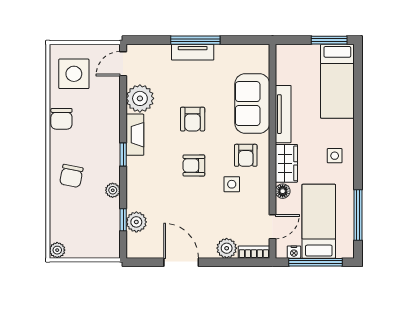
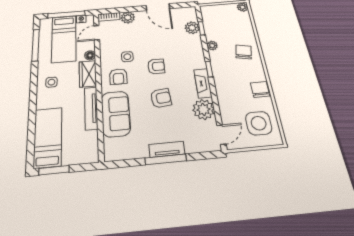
armchair: (193, 119) -> (161, 98), turned 84
armchair: (246, 155) -> (118, 77), turned 180

